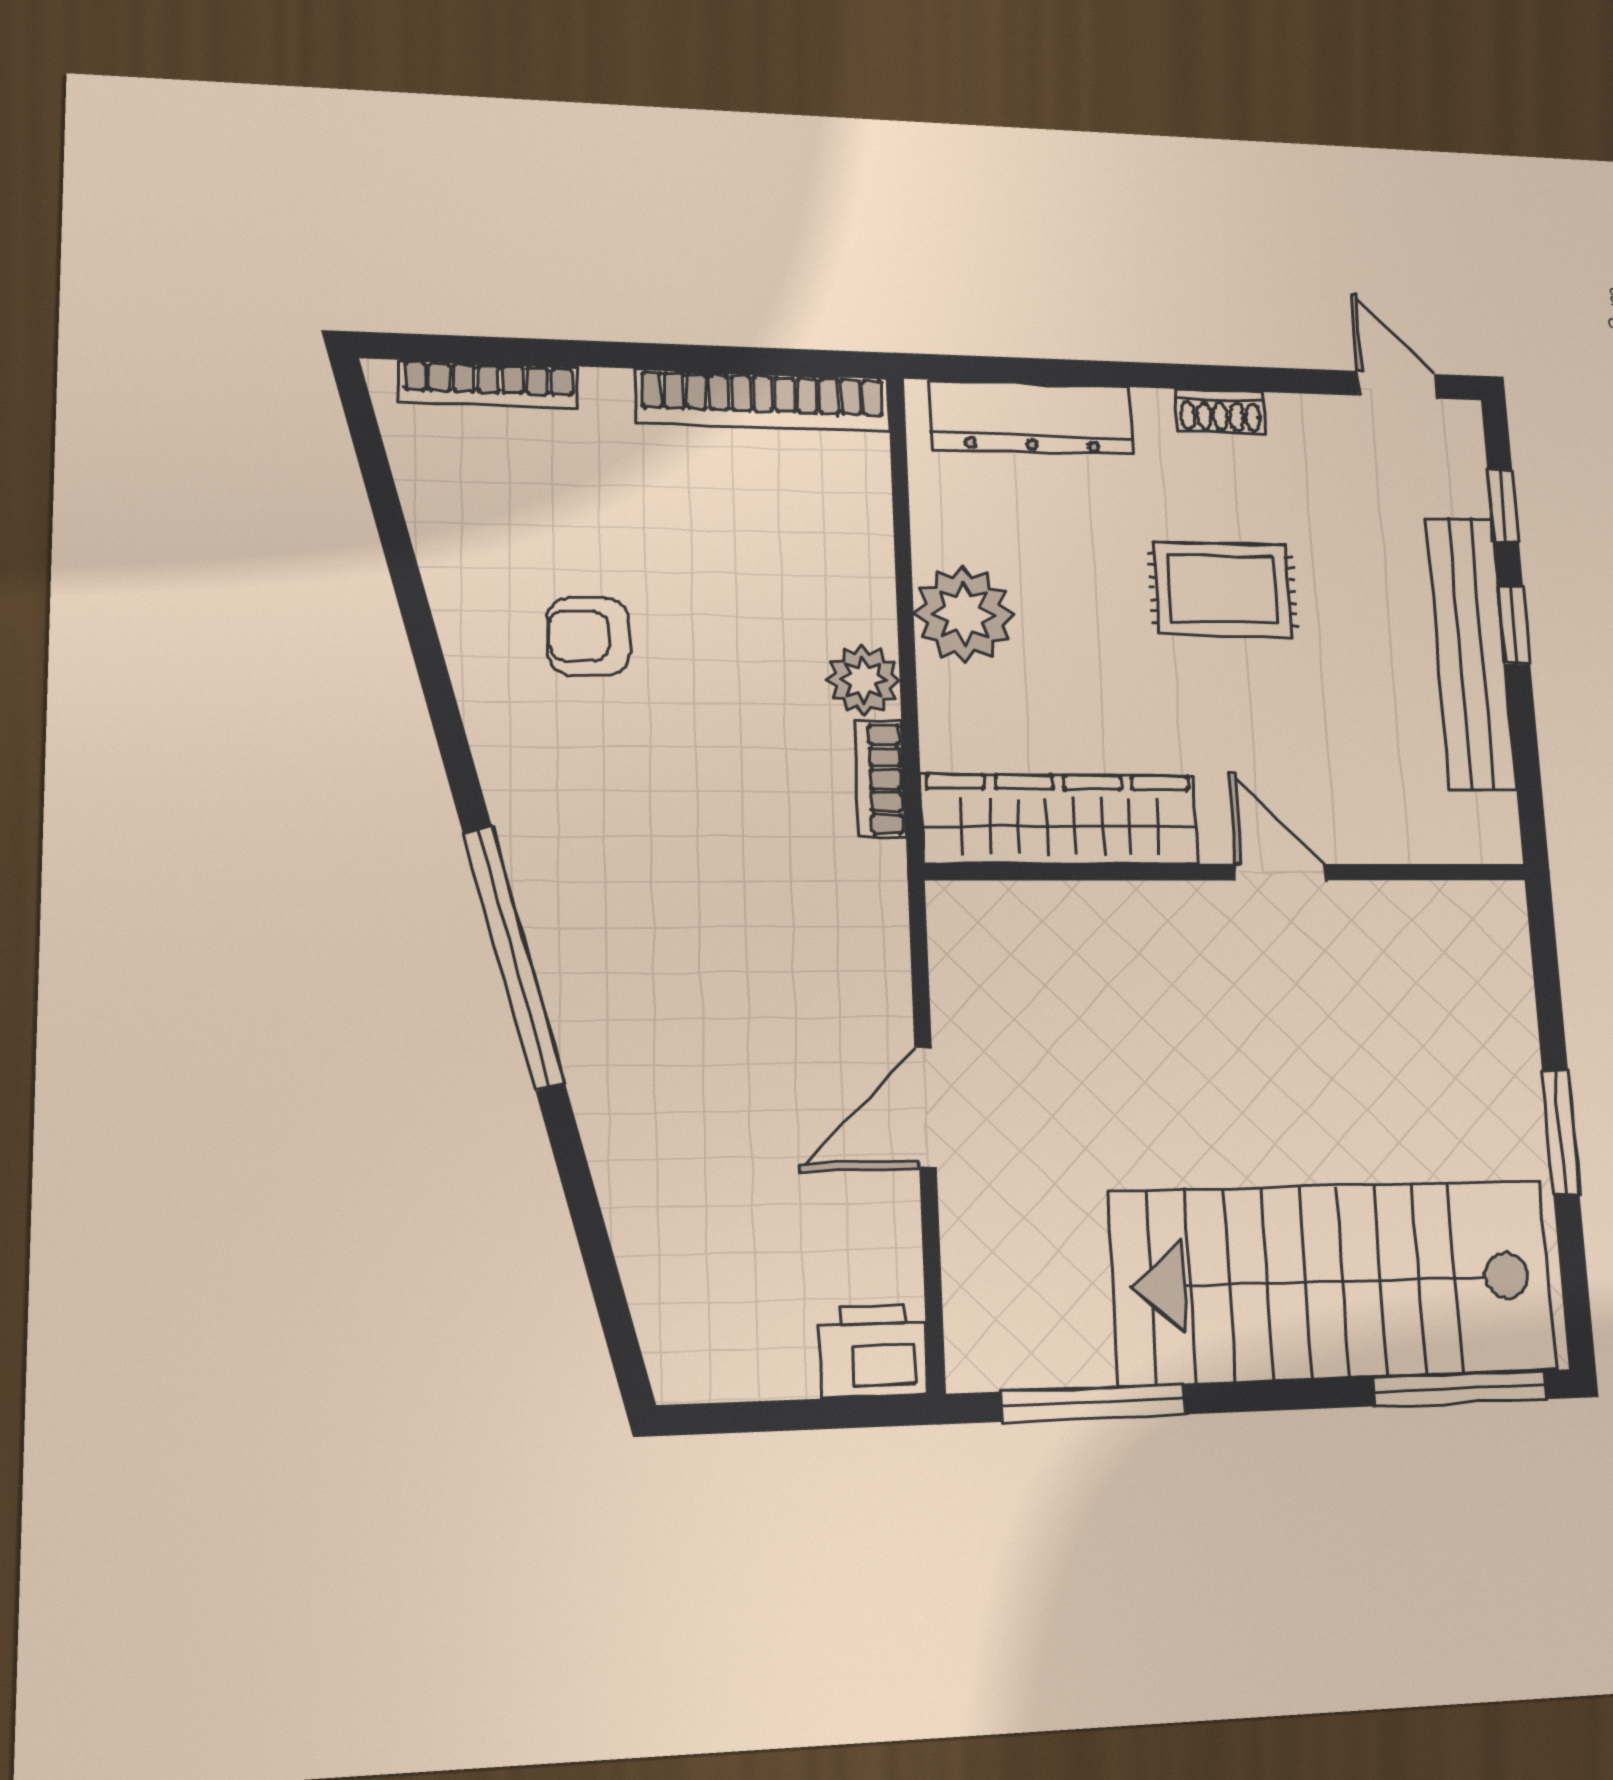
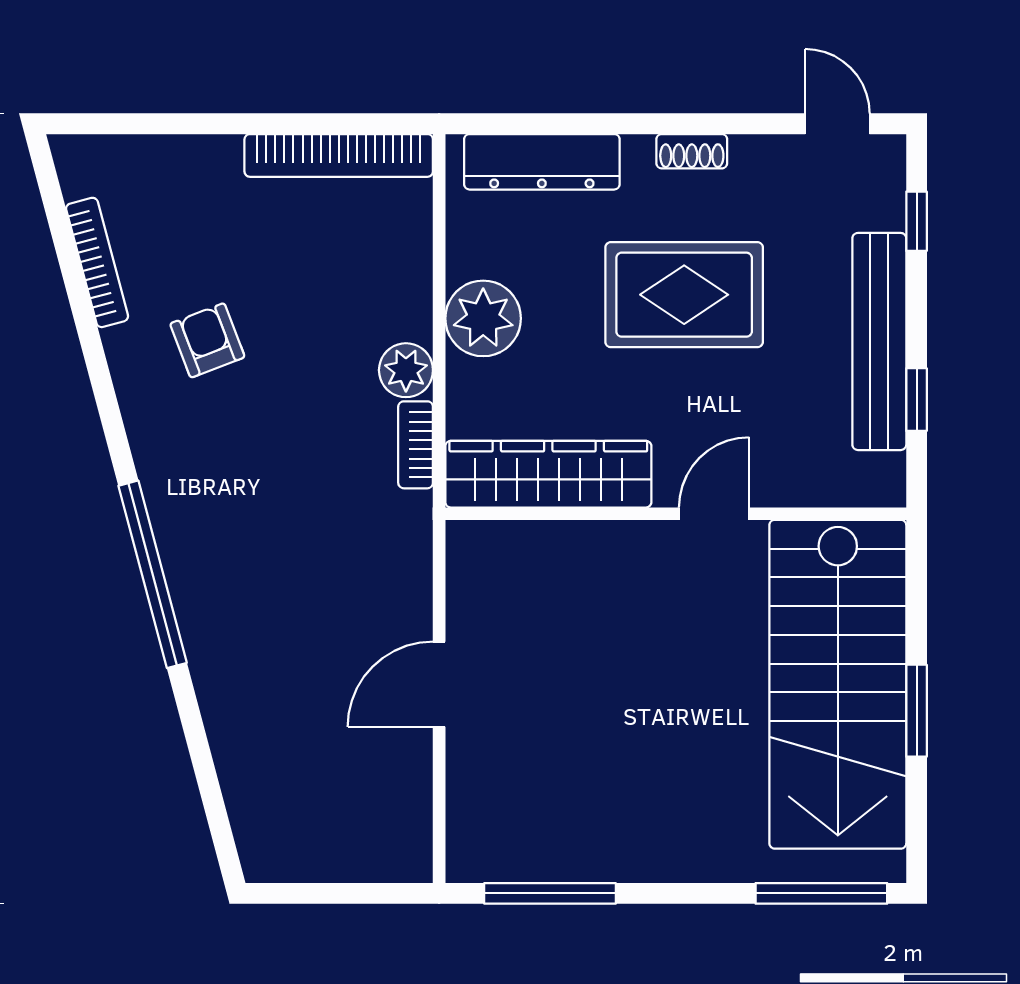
bookcase: (489, 384) -> (97, 262), moved, turned -105
rug: (1223, 589) -> (684, 295), width x1.36, depth x1.43
window: (1514, 625) -> (917, 400), moved
armchair: (588, 636) -> (207, 340), turned 69
door: (1281, 872) -> (714, 514), hinge flipped
stairs: (1334, 1281) -> (838, 684), moved, turned -90
printer: (873, 1351) -> (396, 852), removed

